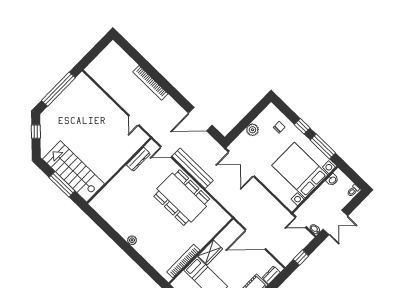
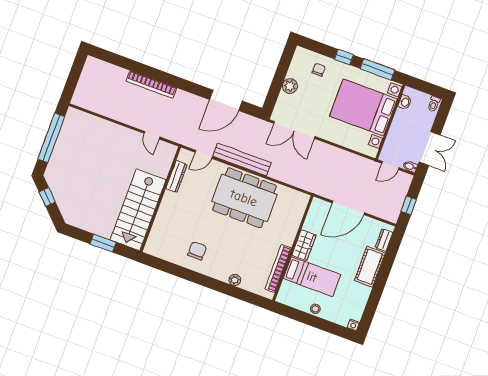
stairs: (74, 171) -> (138, 210), moved, turned -90
window: (62, 184) -> (103, 243), width x0.69
chair: (129, 221) -> (197, 251), added
plant: (132, 240) -> (235, 280), moved

